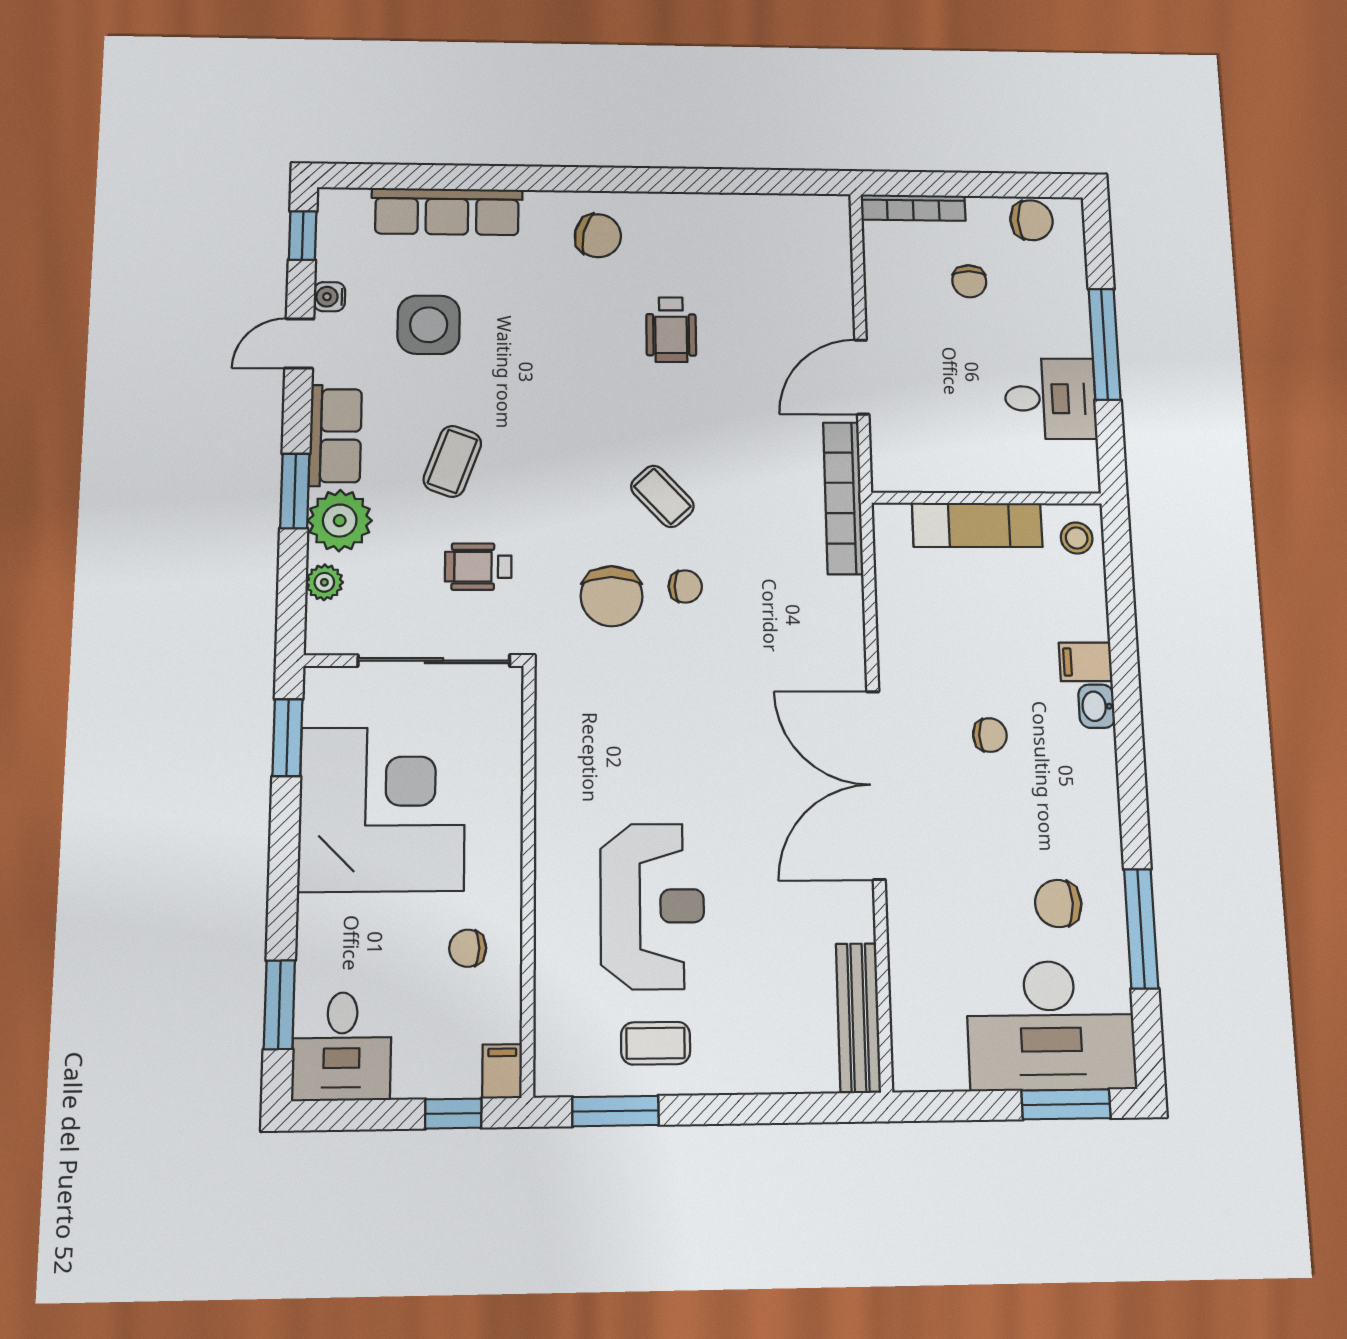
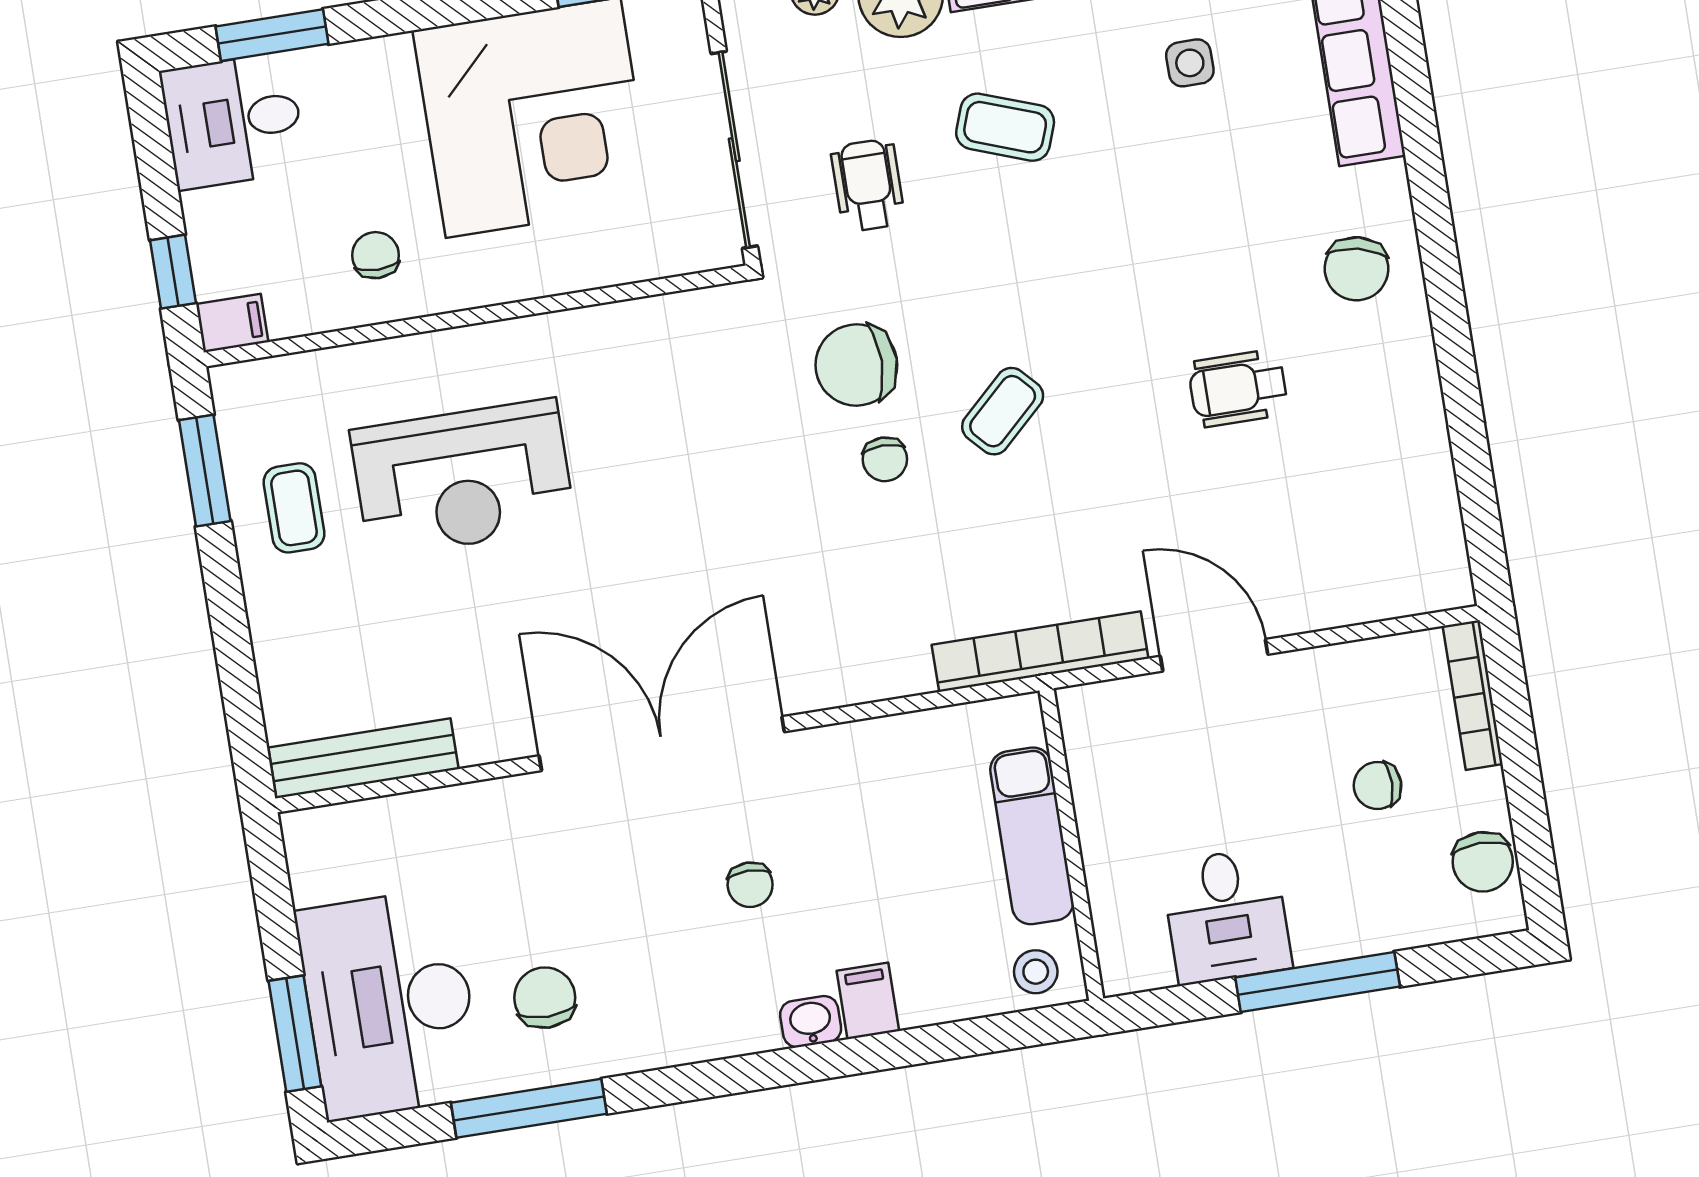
side table: (429, 325) -> (1190, 63), width x0.54, depth x0.54

